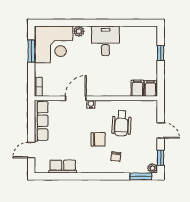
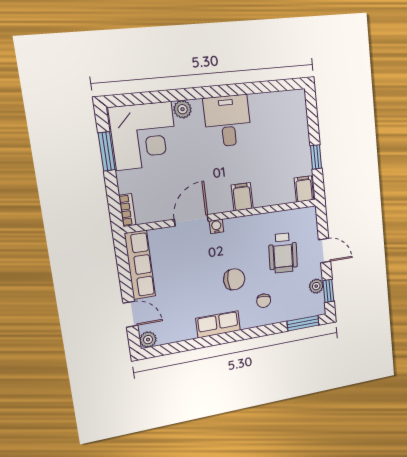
window: (161, 53) -> (316, 157), moved
filing cabinet: (137, 88) -> (242, 197), moved
wheelchair: (121, 123) -> (283, 253), moved
door: (31, 150) -> (130, 314), swing flipped
row of seats: (63, 167) -> (218, 324), moved
plant: (40, 168) -> (148, 340), added
plant: (152, 168) -> (316, 286), moved

